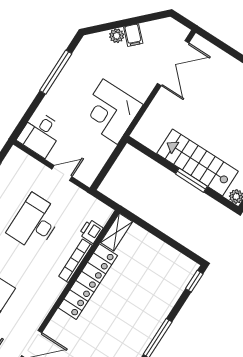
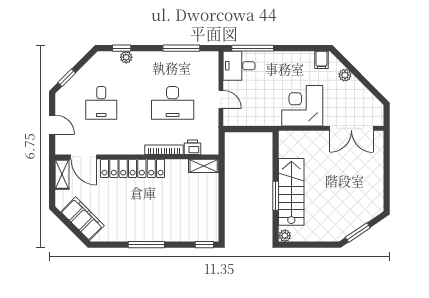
filing cabinet: (133, 35) -> (322, 60), moved, turned -45
window: (56, 72) -> (253, 48), moved
corner desk: (110, 112) -> (302, 106), moved
desk: (35, 223) -> (173, 103), turned 180
locker: (88, 282) -> (133, 168), moved

